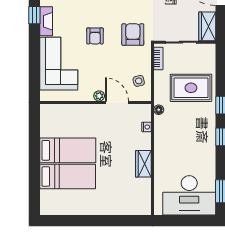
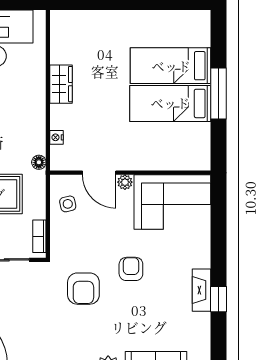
armchair: (133, 35) -> (83, 289), moved
corner sofa: (59, 64) -> (172, 202), moved, turned -90
window: (34, 157) -> (219, 93), added

